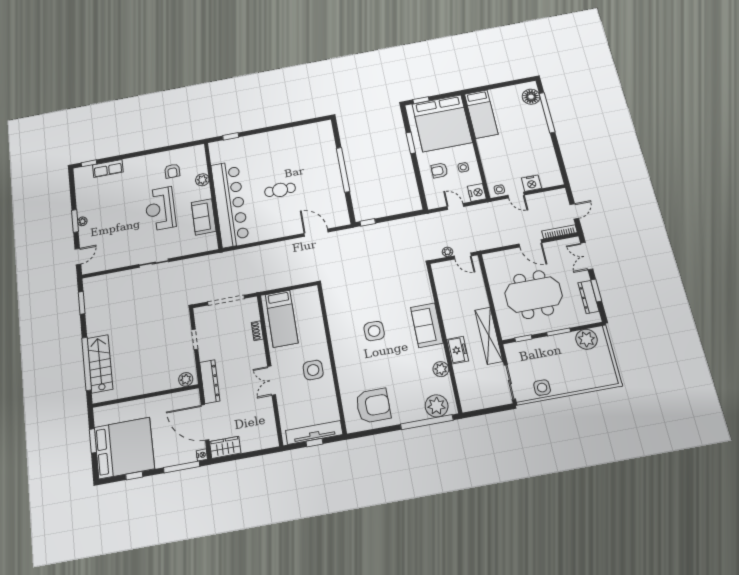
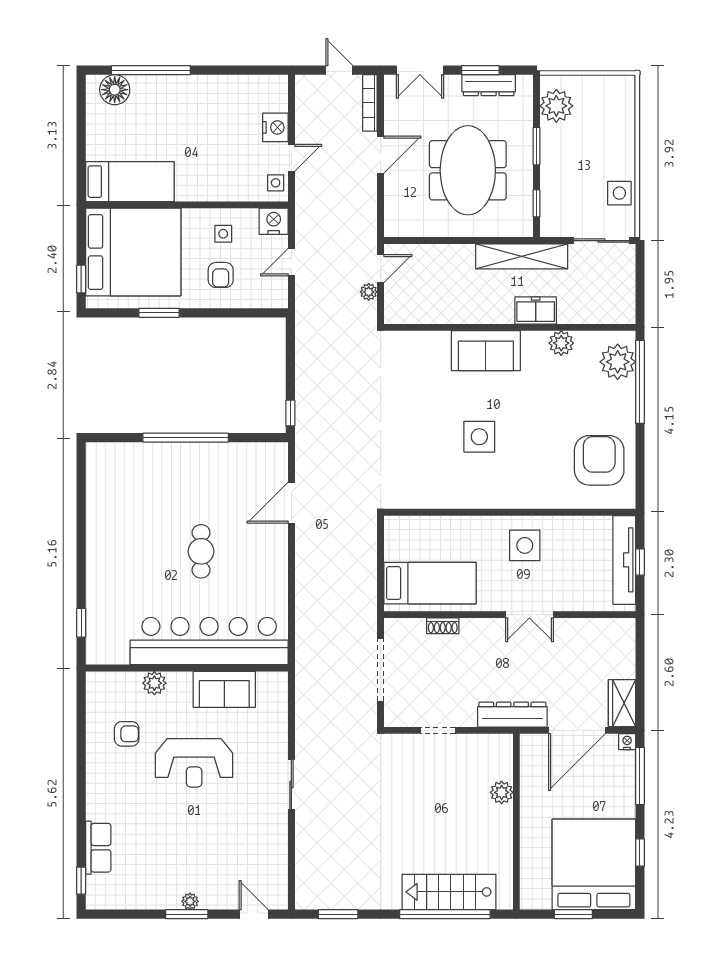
plant: (186, 379) -> (502, 792), moved

